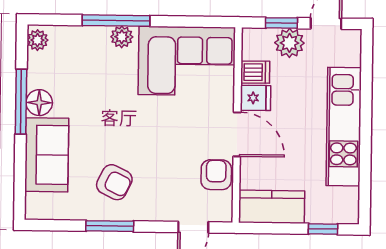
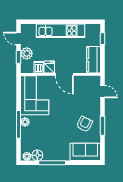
floor lamp: (39, 103) -> (37, 155), moved
door: (237, 134) -> (64, 74), swing flipped
sofa: (47, 155) -> (85, 152), moved
armchair: (216, 175) -> (81, 83), removed

